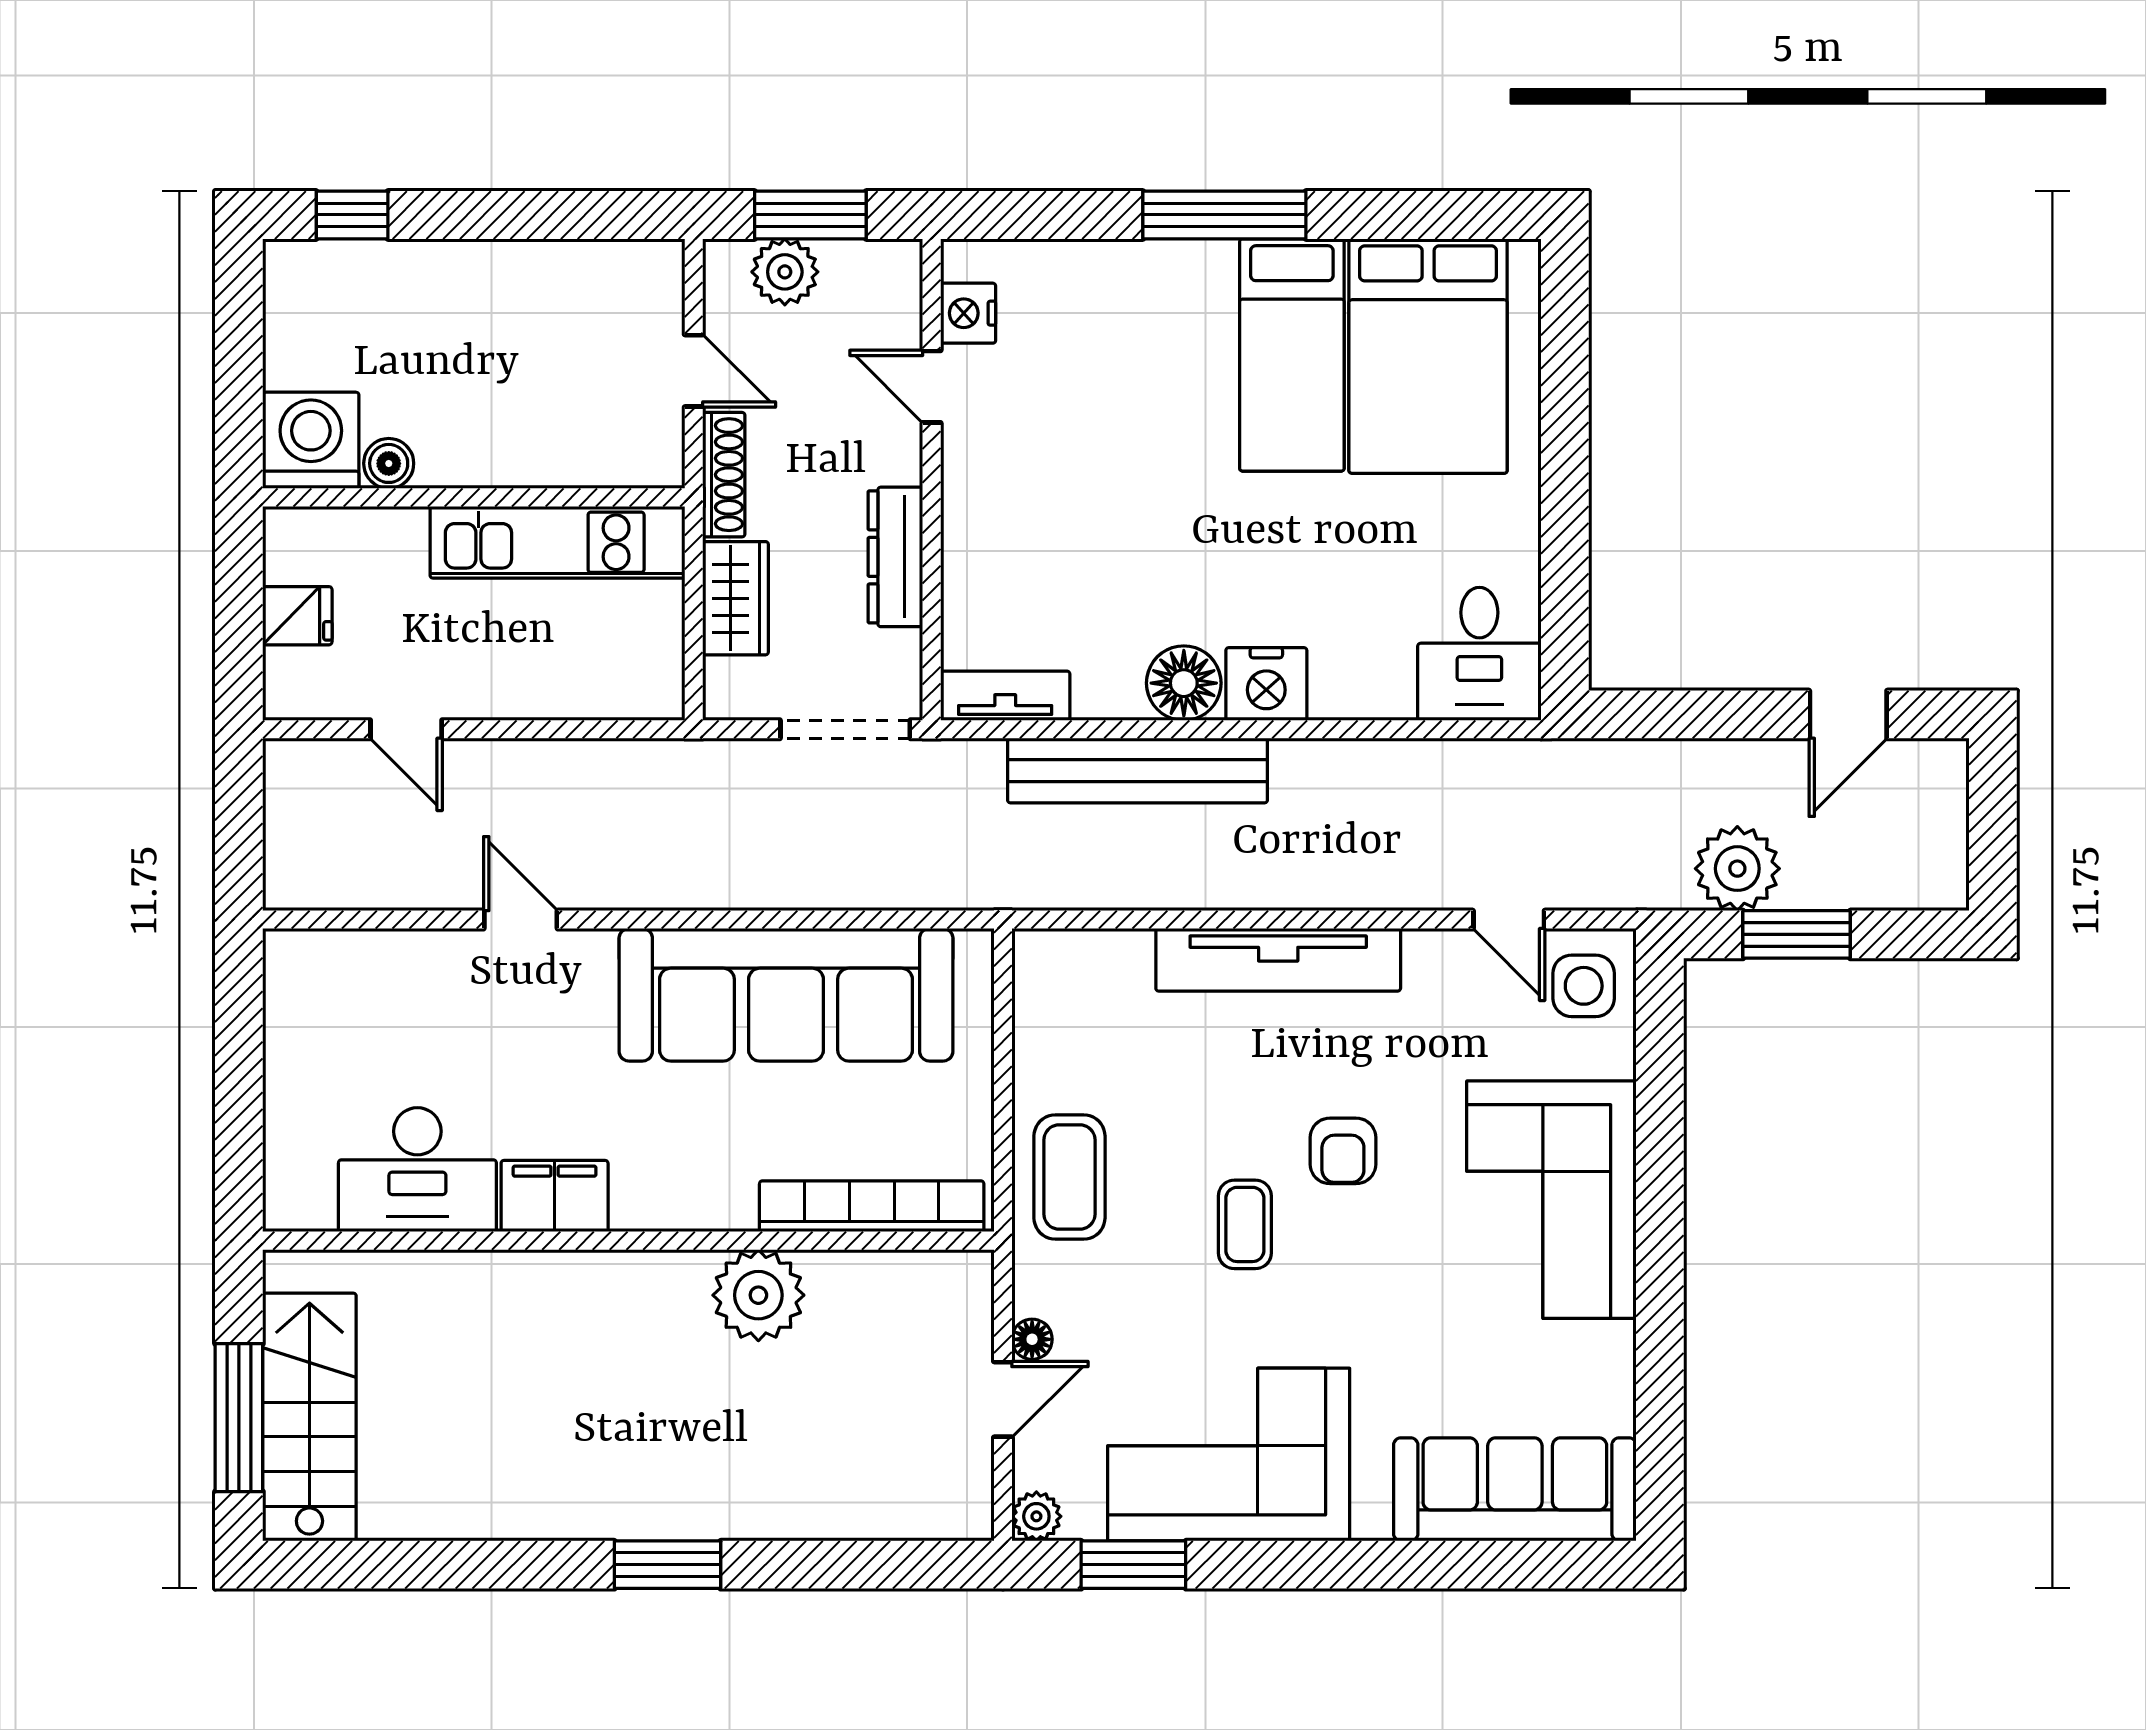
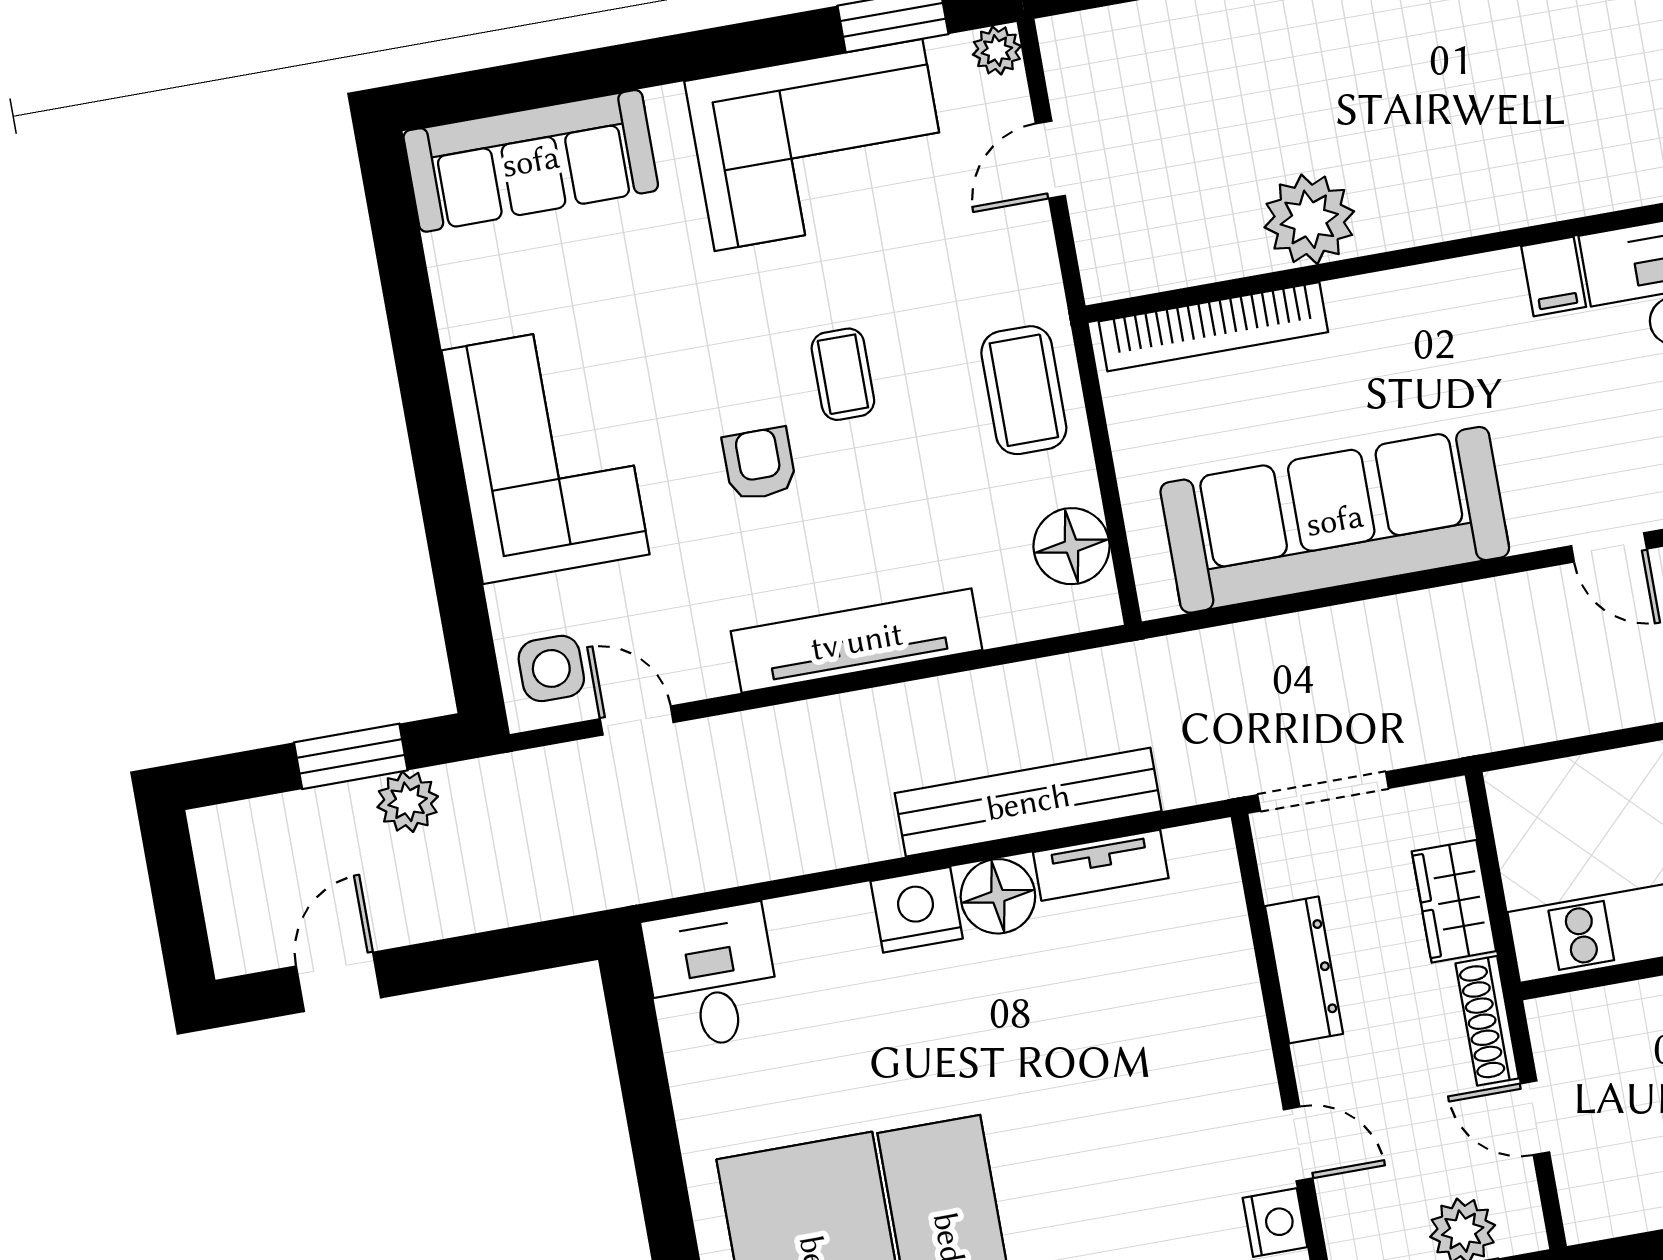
tv unit: (1005, 696) -> (1101, 865), moved
plant: (1737, 869) -> (408, 802), width x0.73, depth x0.73
filing cabinet: (555, 1196) -> (1554, 276), width x0.50
floor lamp: (1032, 1339) -> (1071, 546), moved, width x1.89, depth x1.89

